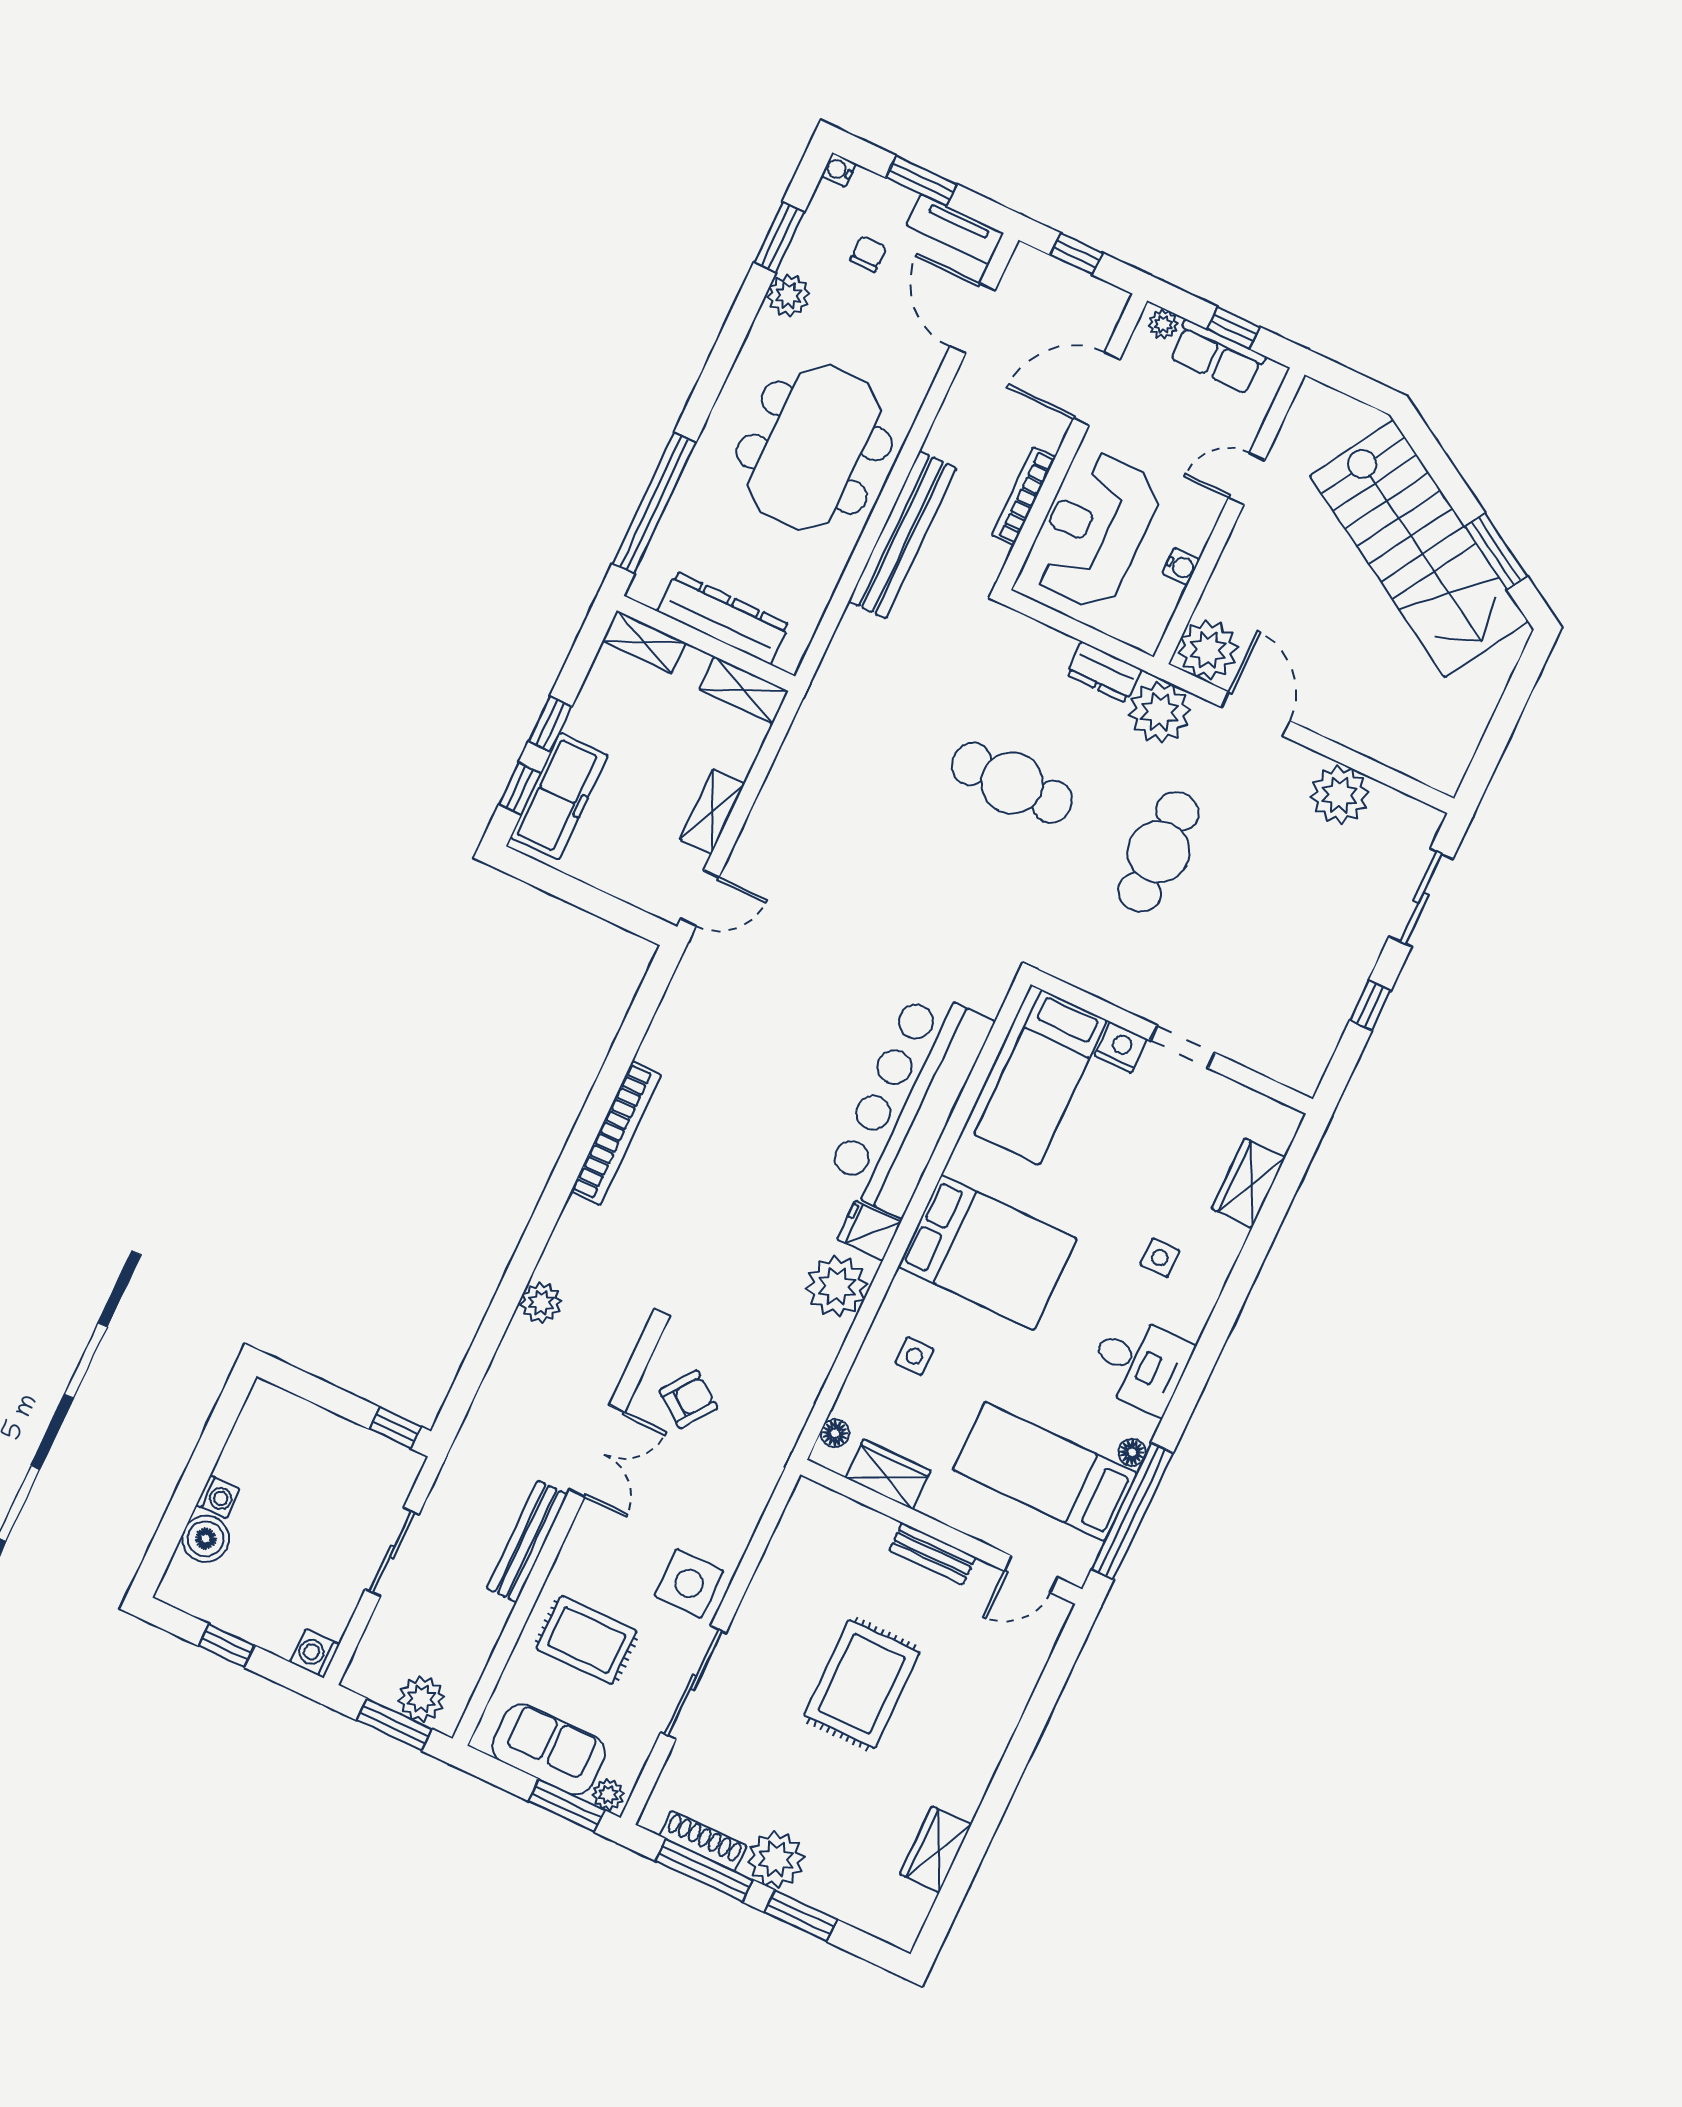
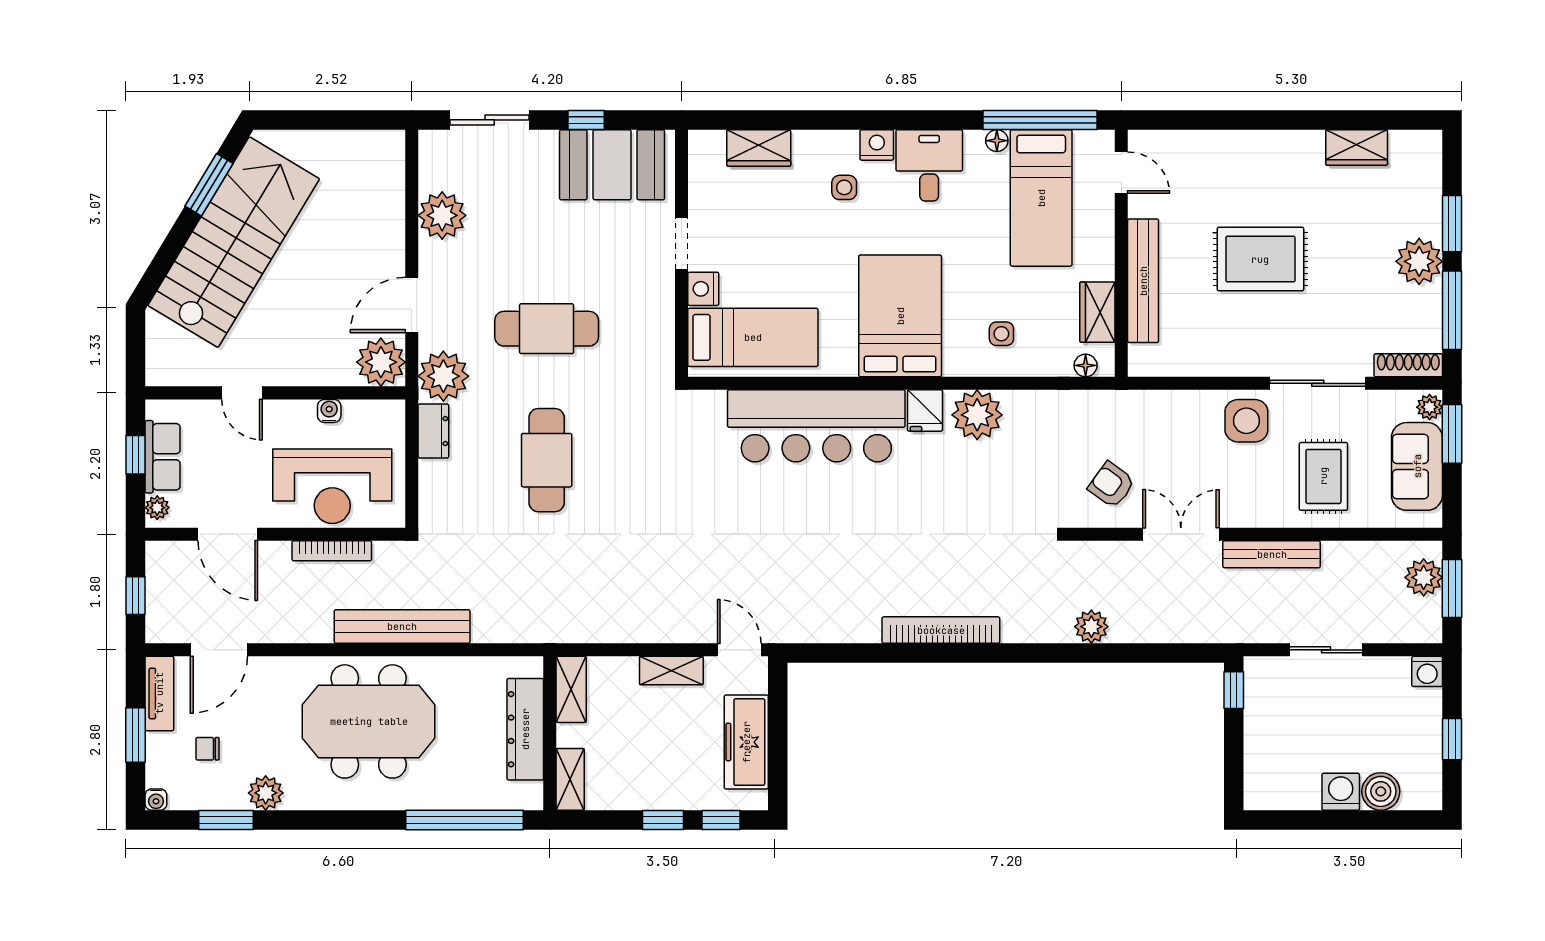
freezer: (559, 796) -> (746, 742), moved, turned -90
booth: (1307, 1011) -> (612, 165), added
nightstand: (1190, 1316) -> (877, 145), added
washing machine: (218, 1497) -> (1341, 792), width x1.38, depth x1.38
bench: (932, 1554) -> (1143, 281), width x1.86, depth x1.21
shoe rack: (703, 1841) -> (1408, 365), moved, turned 90

